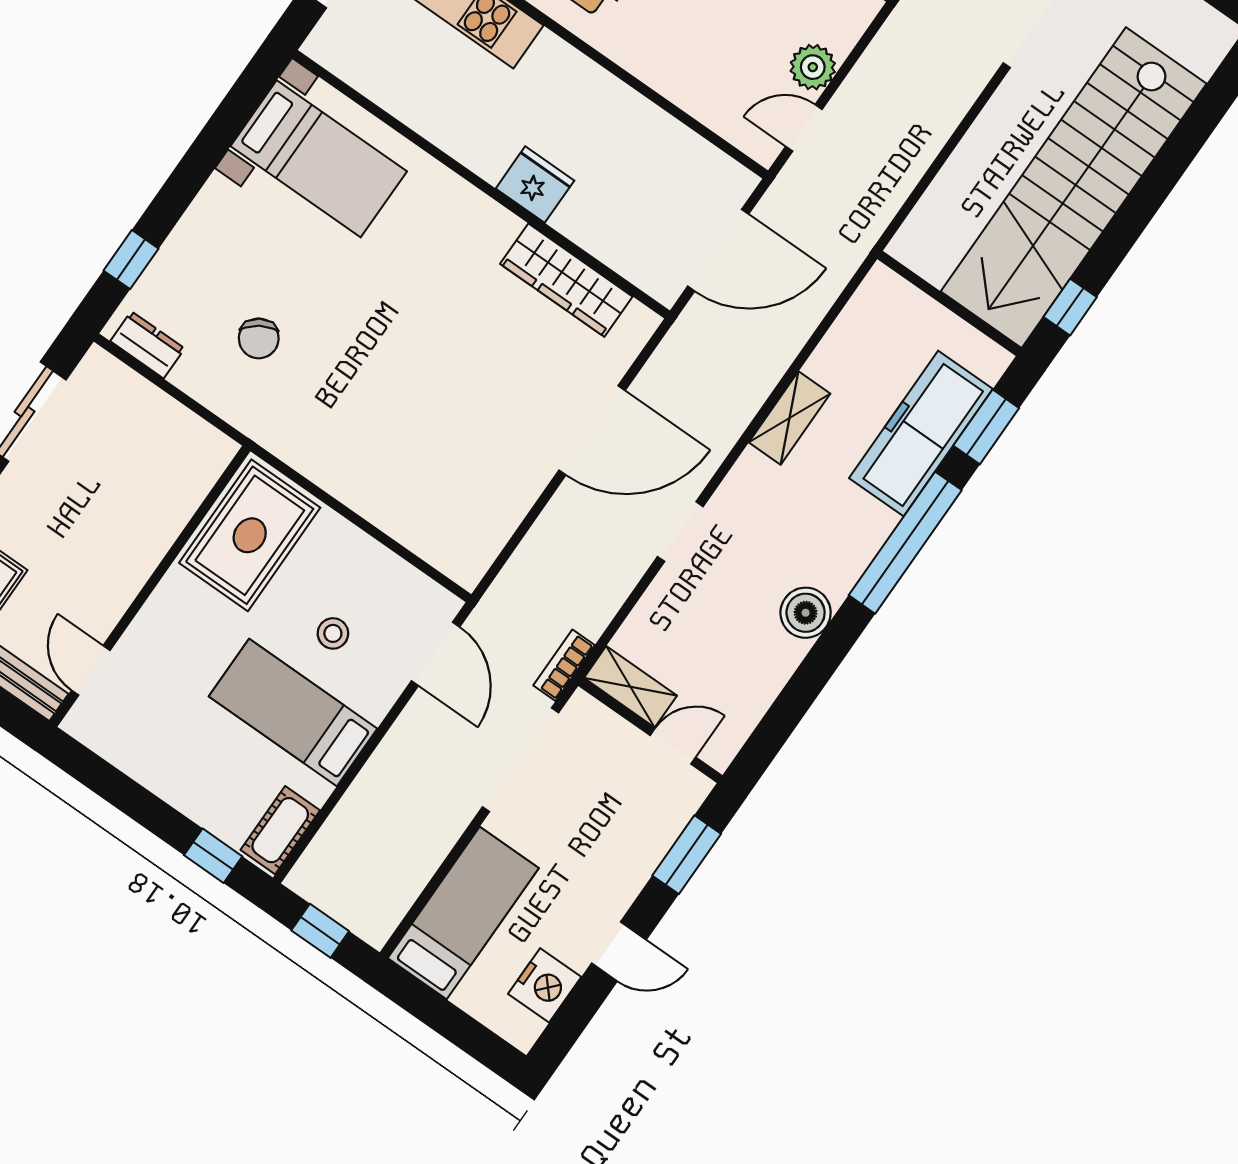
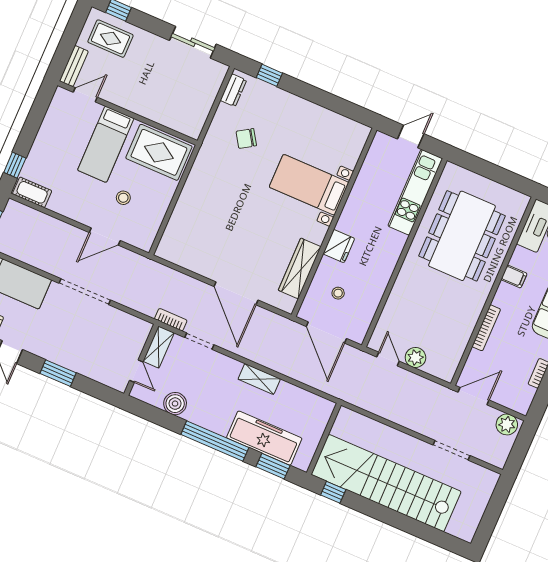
bed with nightstands: (319, 159) -> (309, 185), moved, turned 90
stool: (637, 207) -> (338, 293), added
door: (435, 654) -> (105, 237), moved
bookcase: (564, 665) -> (171, 320), moved
shelving: (630, 687) -> (159, 347), moved
bed: (293, 712) -> (106, 144), moved, turned 180
wall: (650, 730) -> (141, 360), moved
door: (673, 746) -> (136, 371), moved

